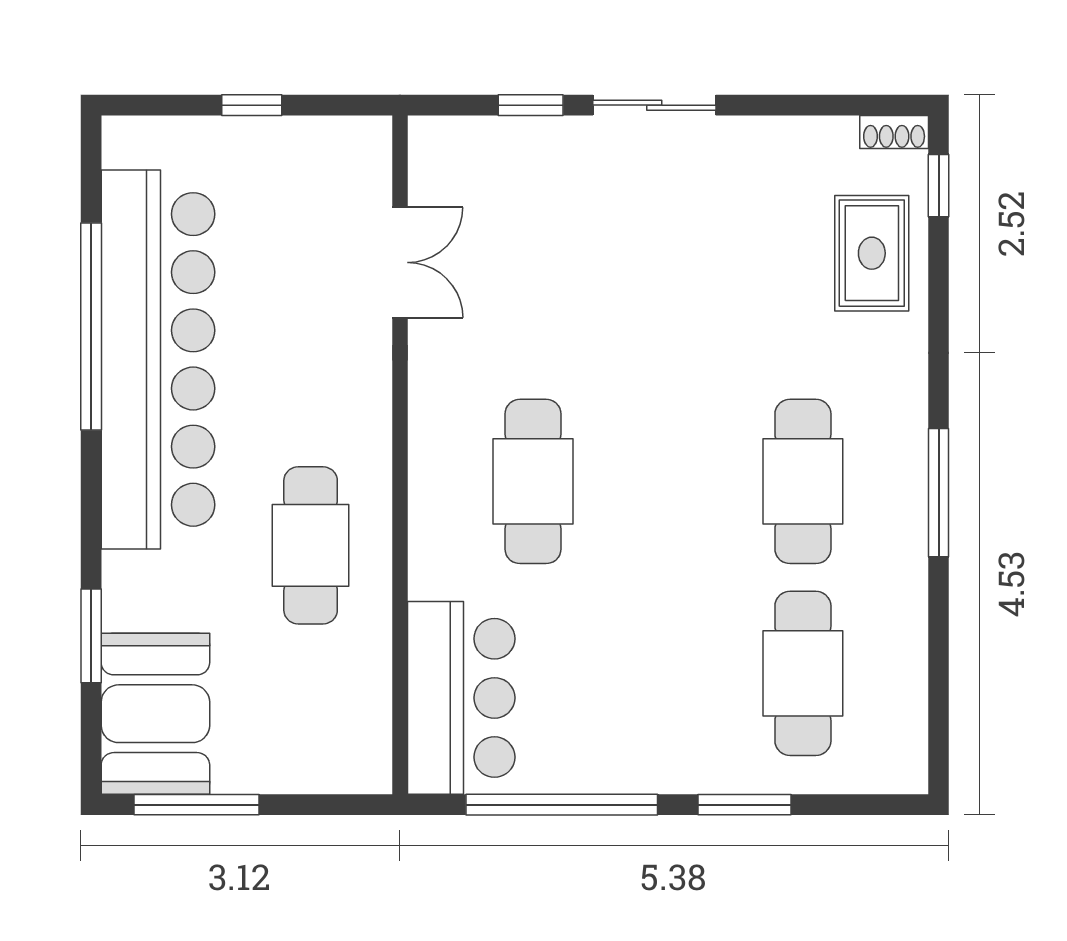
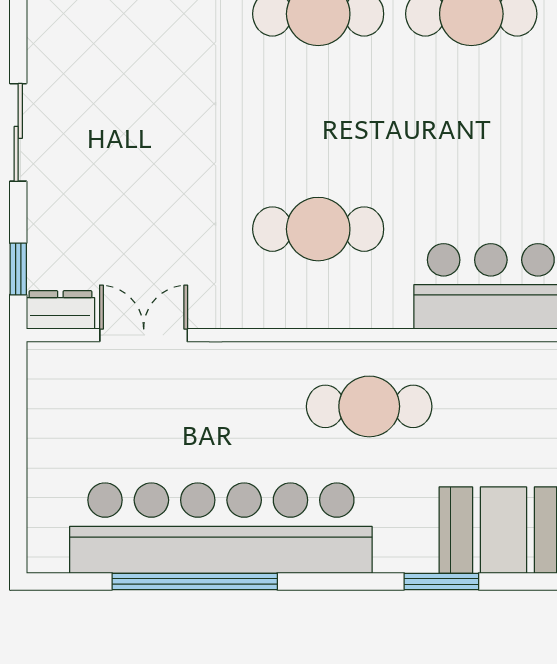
window: (252, 105) -> (18, 453), removed
window: (531, 105) -> (18, 269), moved
dresser: (432, 158) -> (60, 310), added

